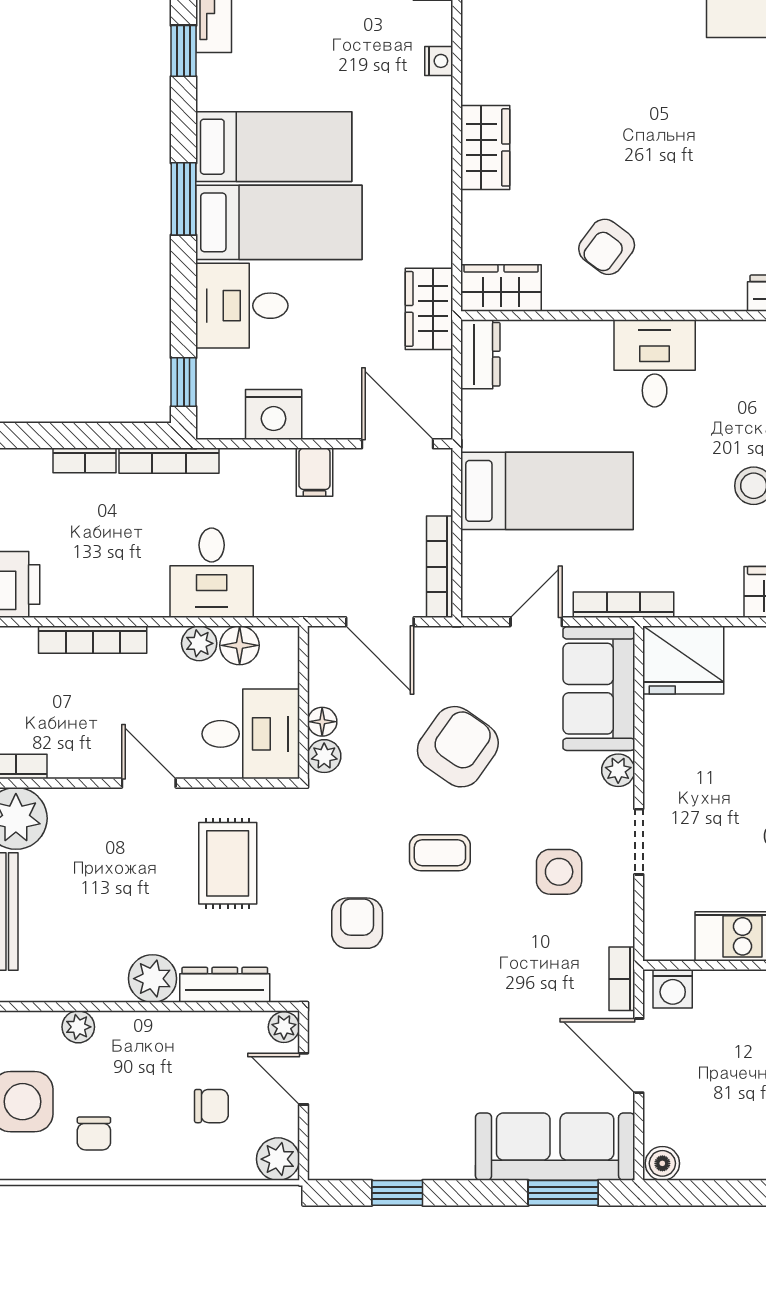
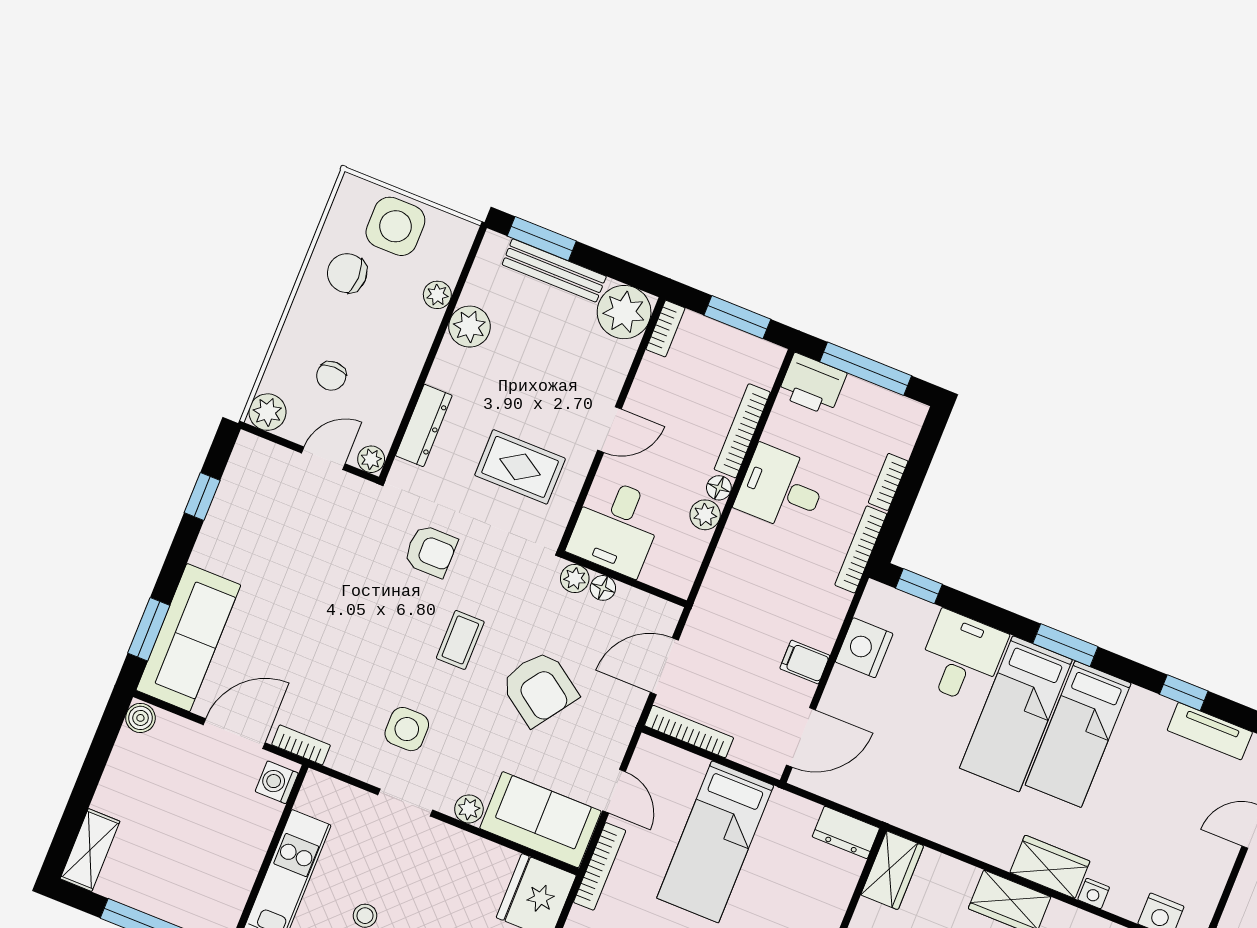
wardrobe: (429, 309) -> (1050, 867), moved
desk: (212, 573) -> (781, 489), moved
floor lamp: (240, 645) -> (719, 488), moved, width x0.73, depth x0.73
plant: (153, 979) -> (469, 327), moved
chair: (94, 1133) -> (347, 273), width x1.37, depth x1.37

